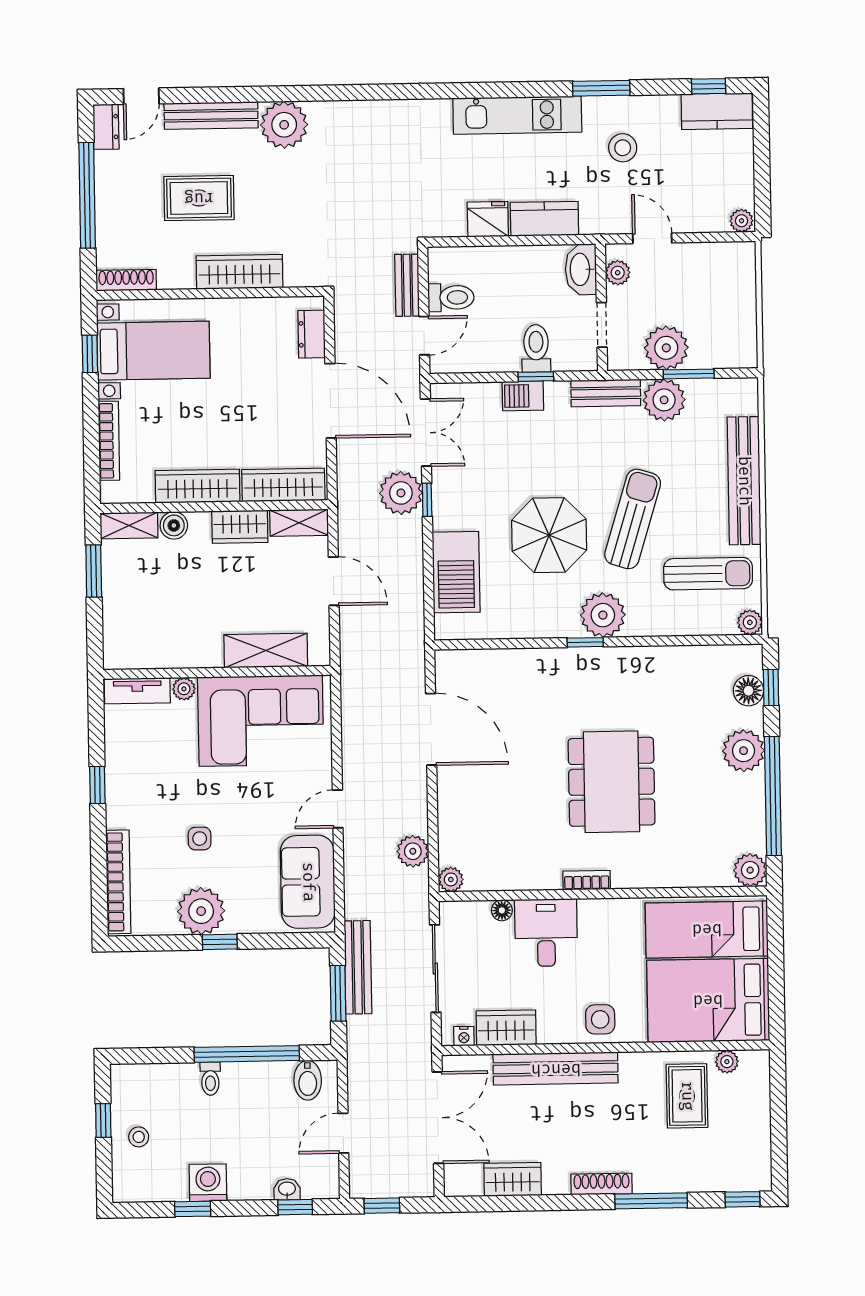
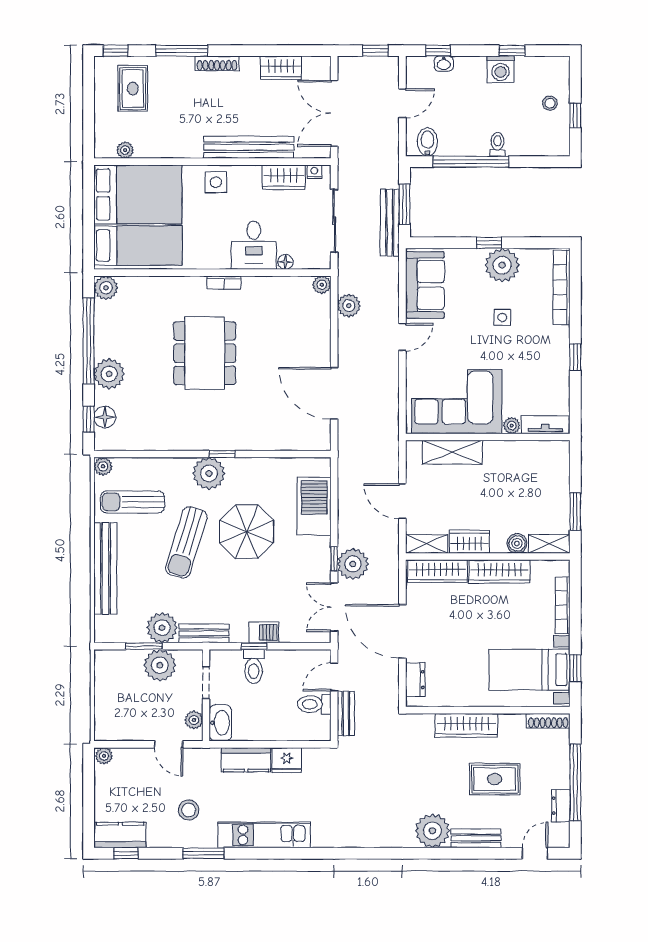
bench: (211, 115) -> (476, 838), width x0.73
dresser: (106, 127) -> (561, 806), moved
rug: (687, 1096) -> (133, 89), moved

